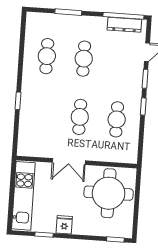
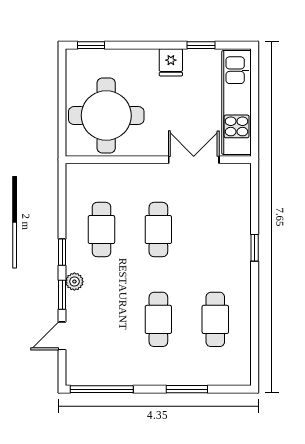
dresser: (124, 25) -> (100, 376), removed
plant: (136, 87) -> (74, 282), added
double door: (69, 162) -> (194, 160), moved

